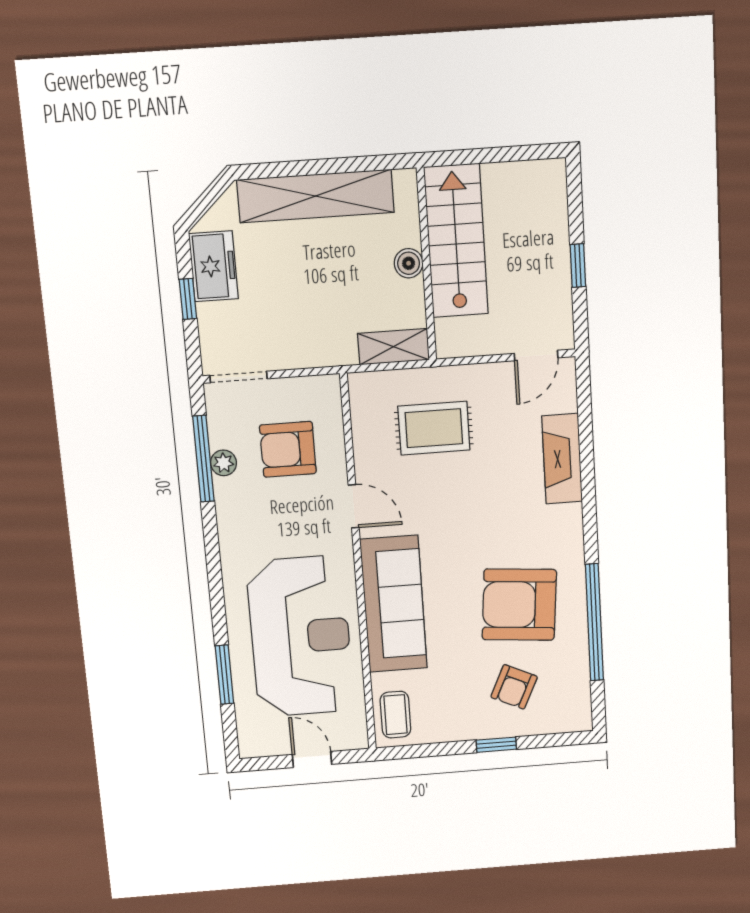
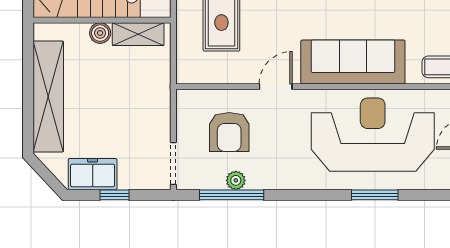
shelving: (393, 347) -> (138, 34), moved, turned 90
window: (224, 675) -> (375, 195), moved

